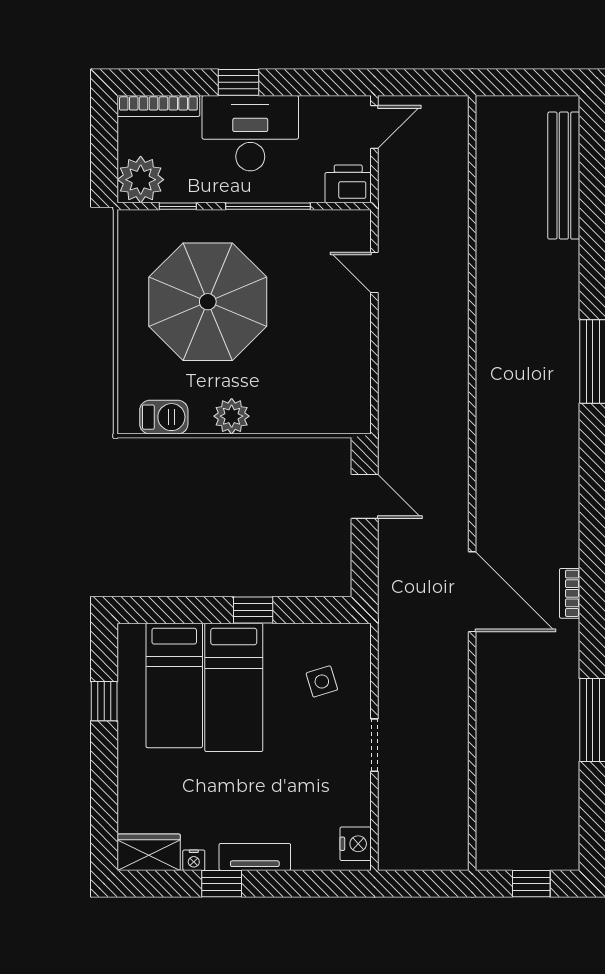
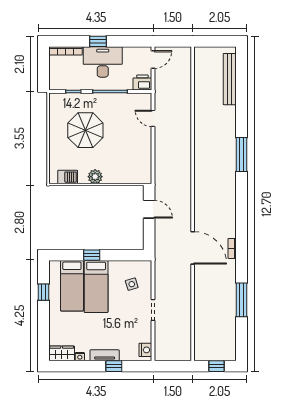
plant: (141, 180) -> (58, 81), removed
parasol: (208, 302) -> (85, 130), width x0.73, depth x0.73
window: (253, 610) -> (92, 255), moved
window: (222, 884) -> (114, 366), moved

